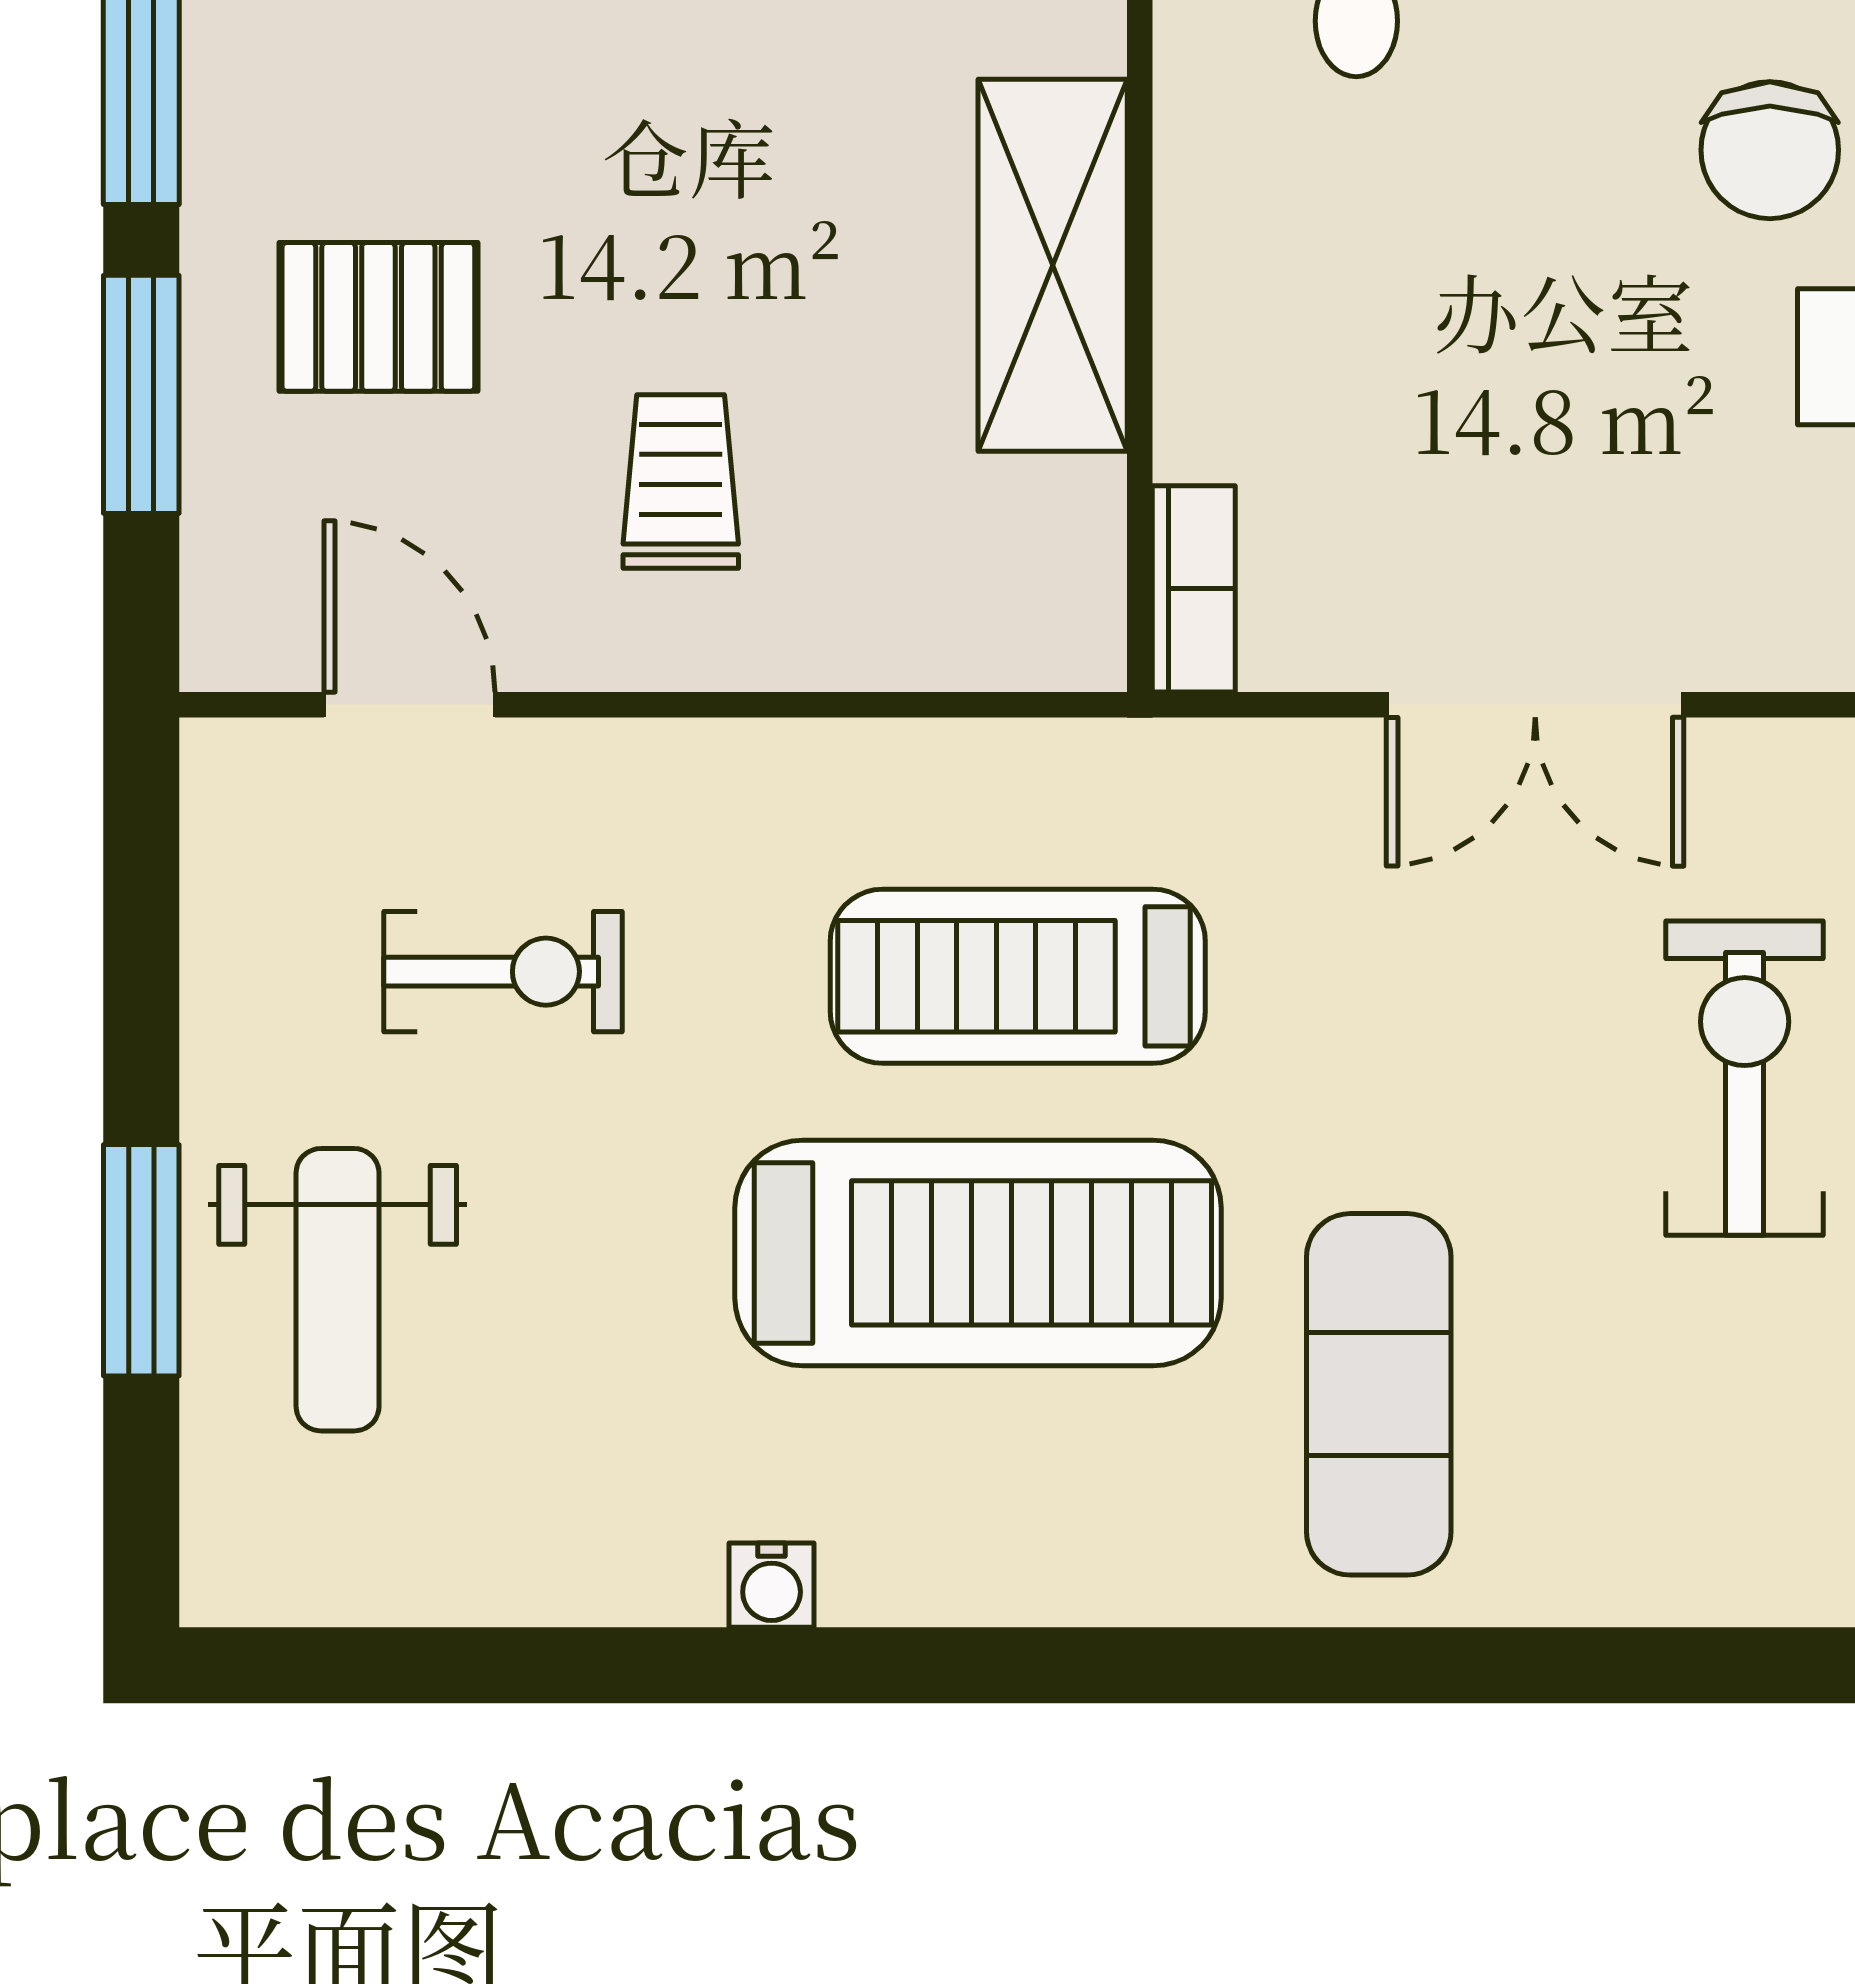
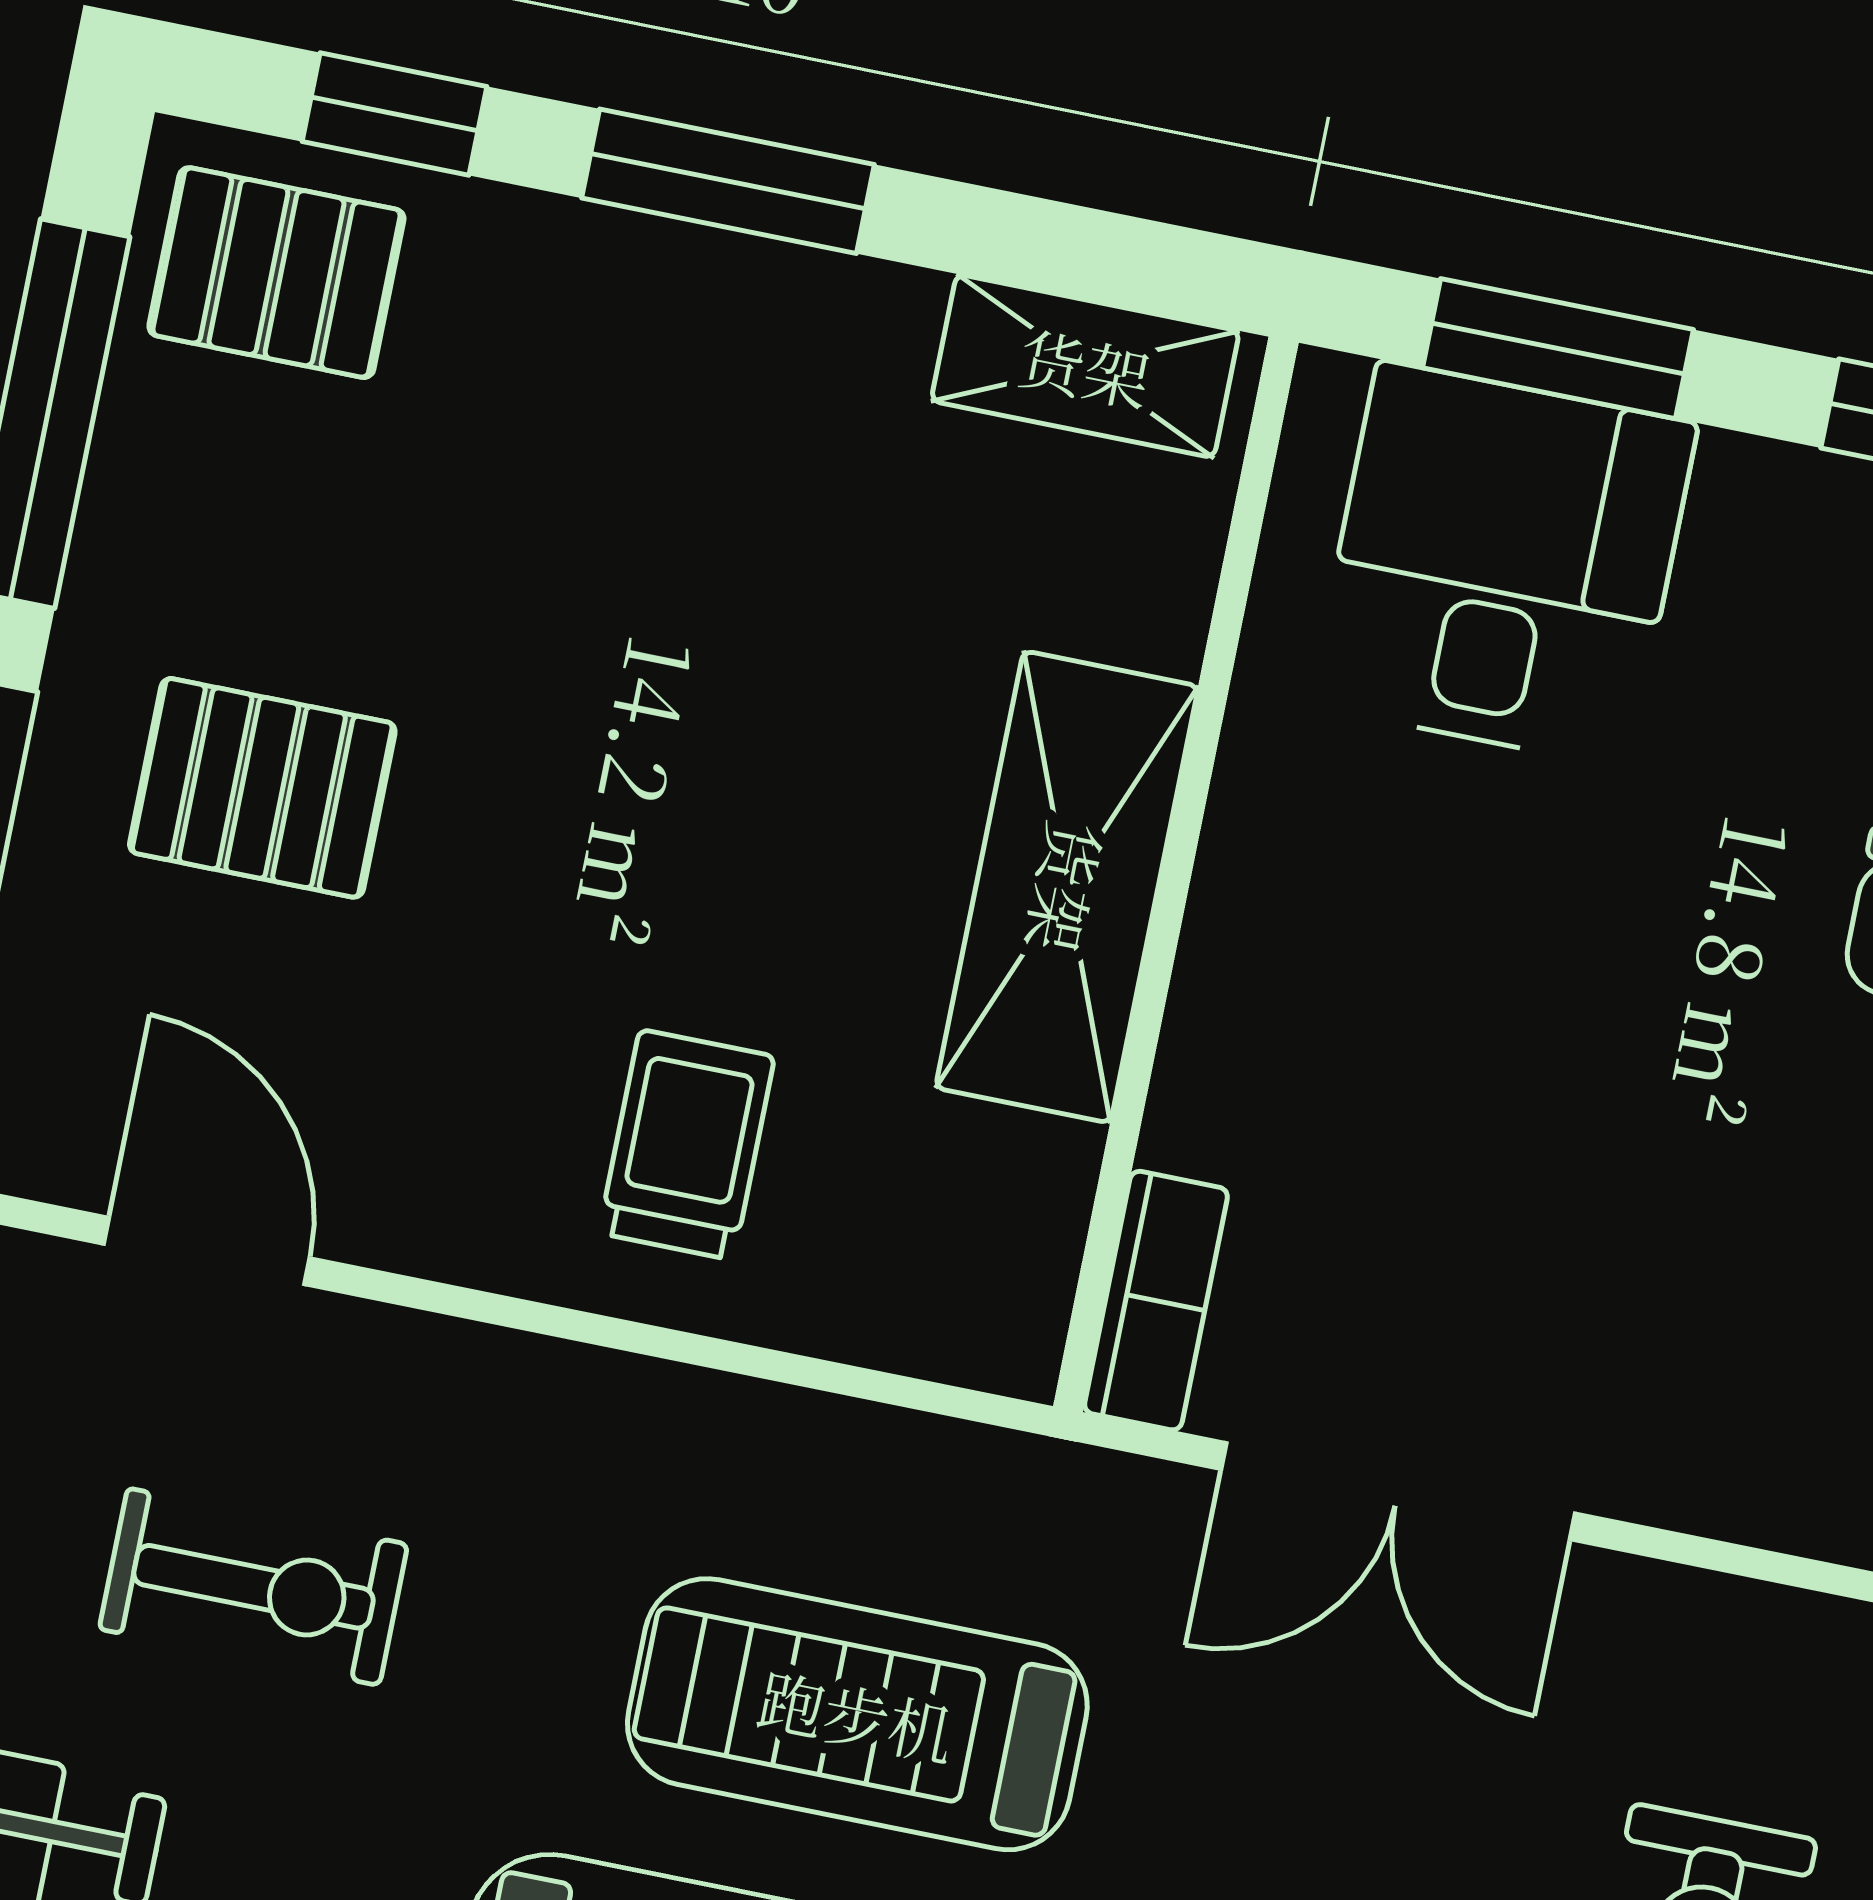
trolley: (681, 482) -> (687, 1145), moved
double door: (1535, 705) -> (1398, 1491), moved

